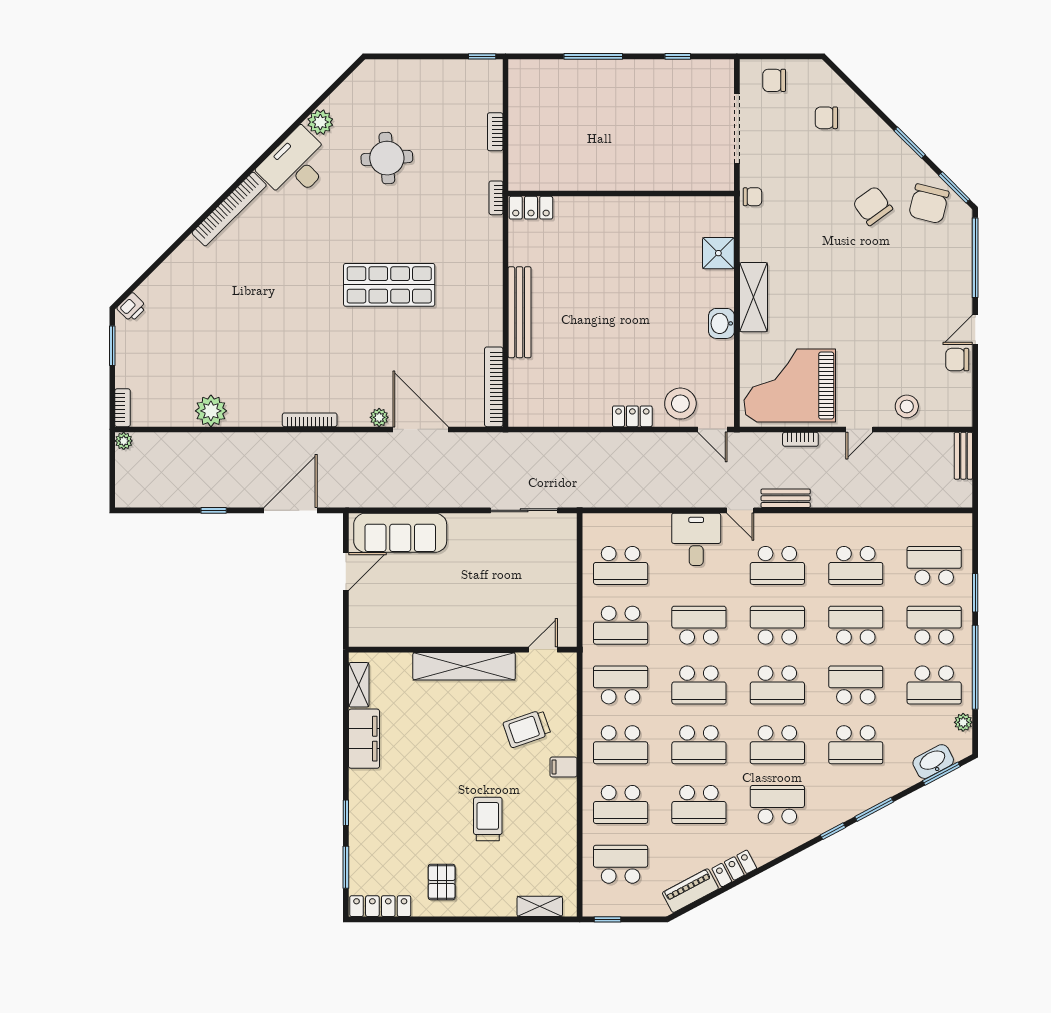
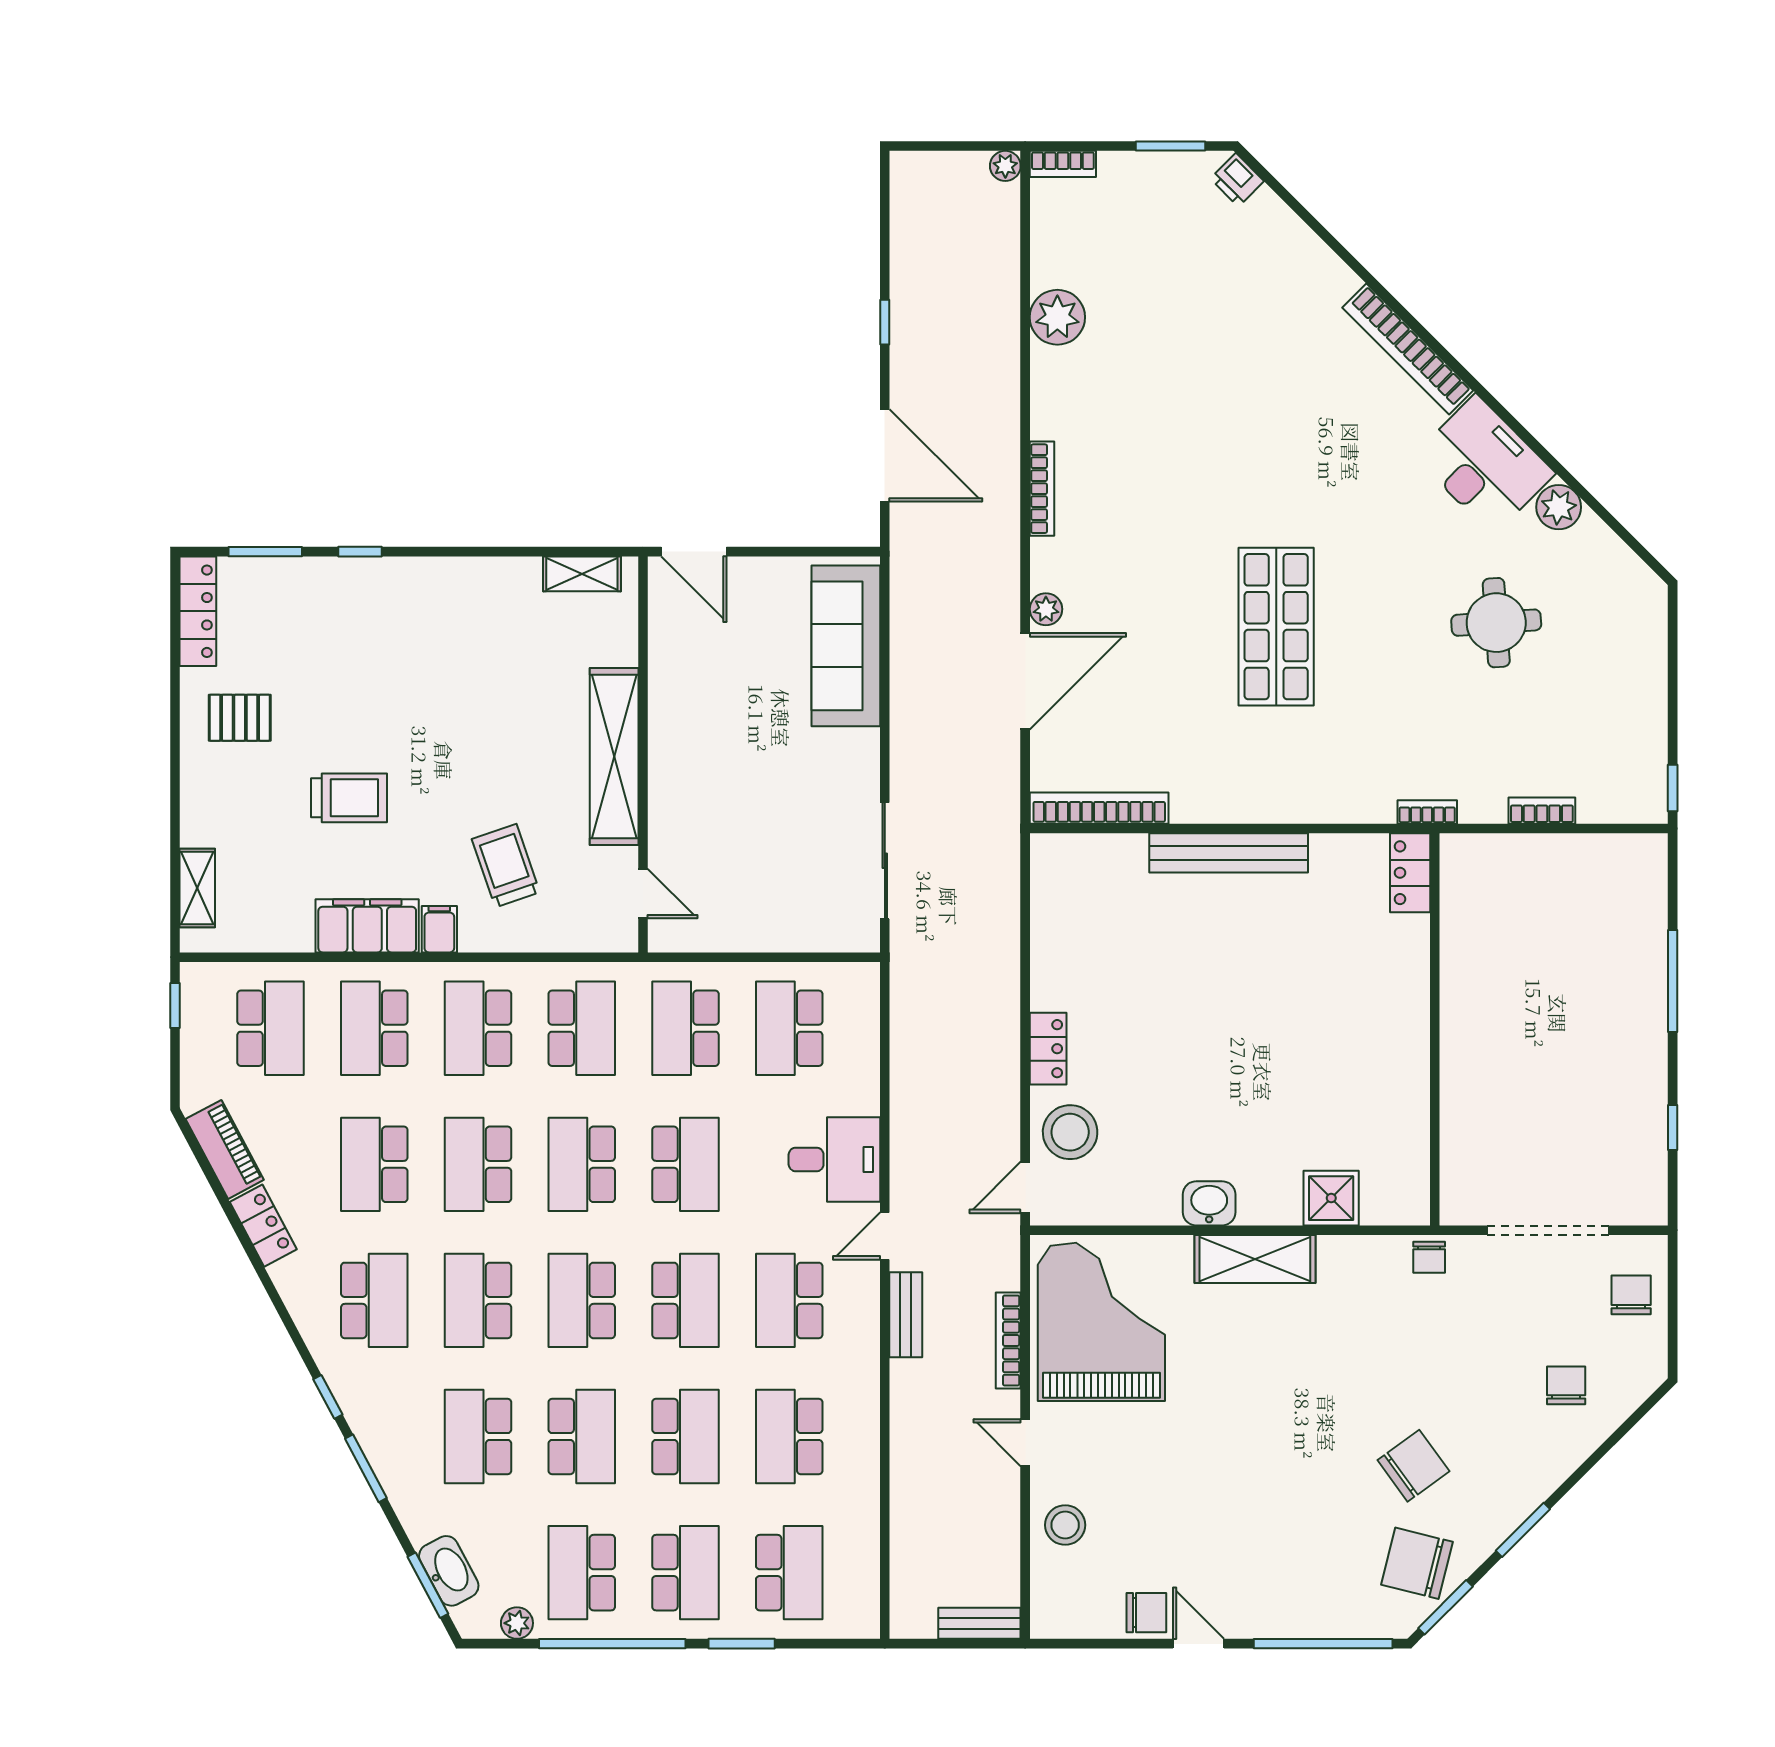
chair: (957, 360) -> (1146, 1613), turned 90
bookcase: (800, 439) -> (1008, 1340), width x1.56
door: (346, 571) -> (694, 552), moved
filing cabinet: (364, 739) -> (367, 926), moved, turned 180

